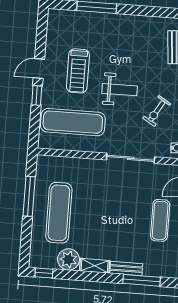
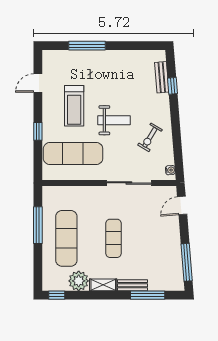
door: (39, 68) -> (38, 83), moved
exercise mat: (160, 220) -> (113, 238), moved

